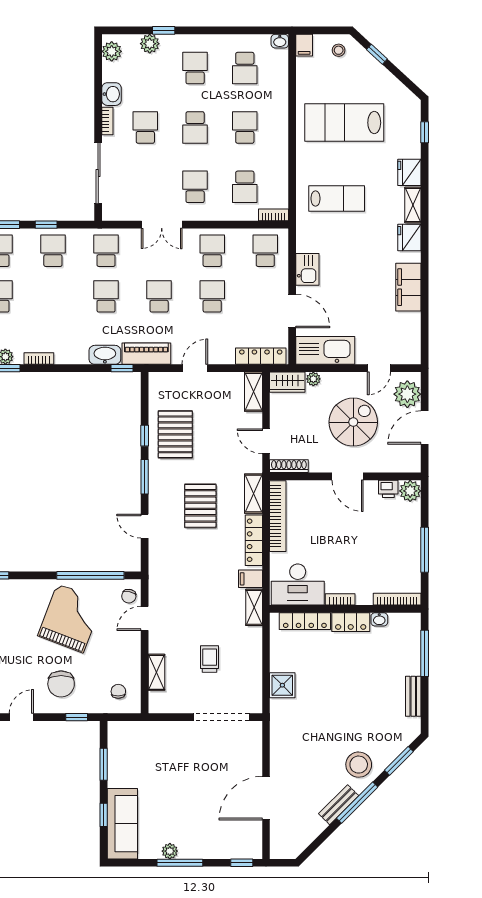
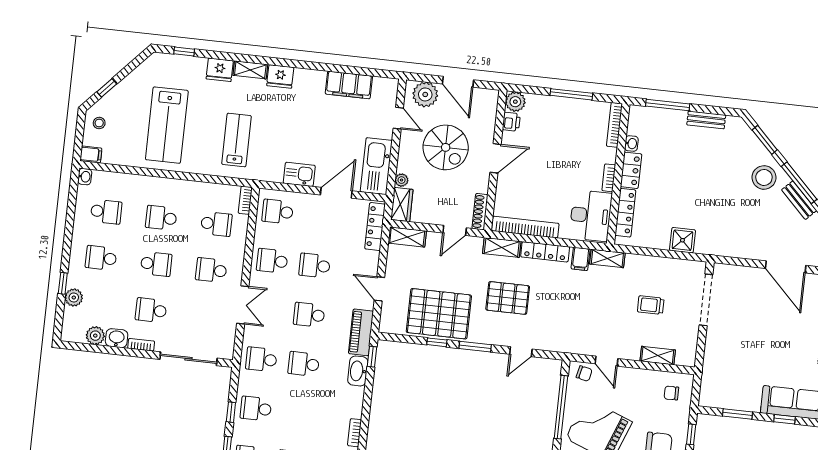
plant: (112, 51) -> (95, 336), moved
filing cabinet: (408, 287) -> (349, 85), moved
spiral stairs: (353, 422) -> (446, 147), turned 180
pallet: (175, 434) -> (439, 314), width x1.37, depth x1.41

